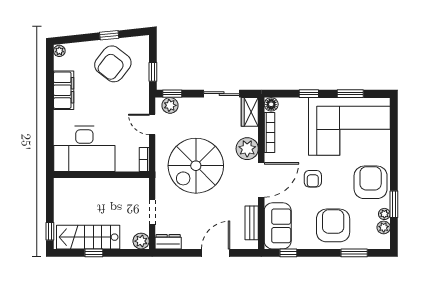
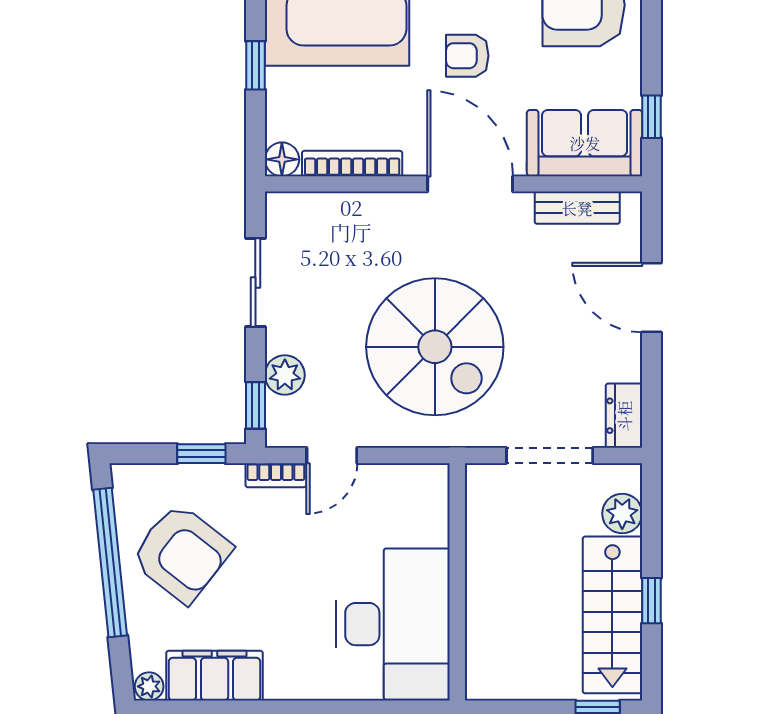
window: (109, 35) -> (110, 562), width x3.17
filing cabinet: (64, 90) -> (215, 676), moved
plant: (170, 105) -> (285, 375), moved
wardrobe: (250, 112) -> (301, 212), removed
plant: (247, 149) -> (392, 219), removed
bookcase: (144, 159) -> (276, 475), moved
armchair: (313, 179) -> (467, 56), turned 180
doorway: (152, 212) -> (550, 455), width x1.38
plant: (141, 241) -> (622, 514), moved

